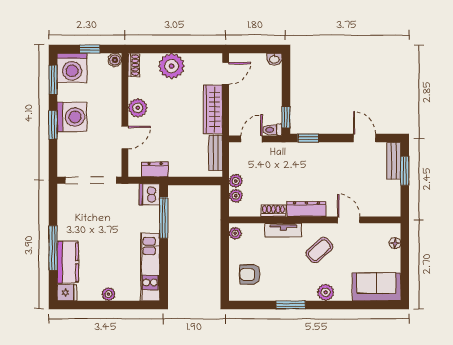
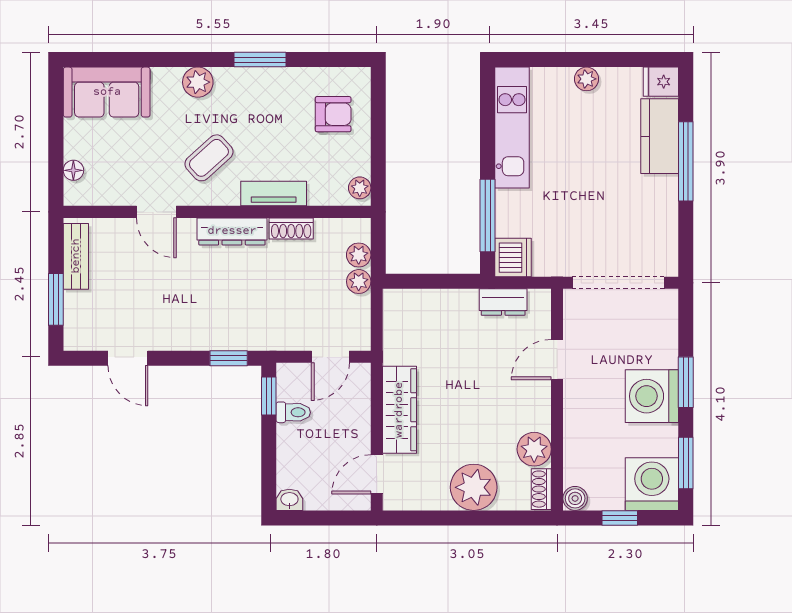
plant: (138, 108) -> (534, 449), moved
toilet: (272, 130) -> (293, 412), moved
bench: (216, 153) -> (395, 332), removed
bench: (394, 161) -> (76, 256), moved

